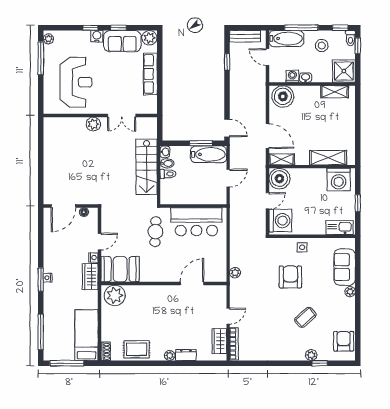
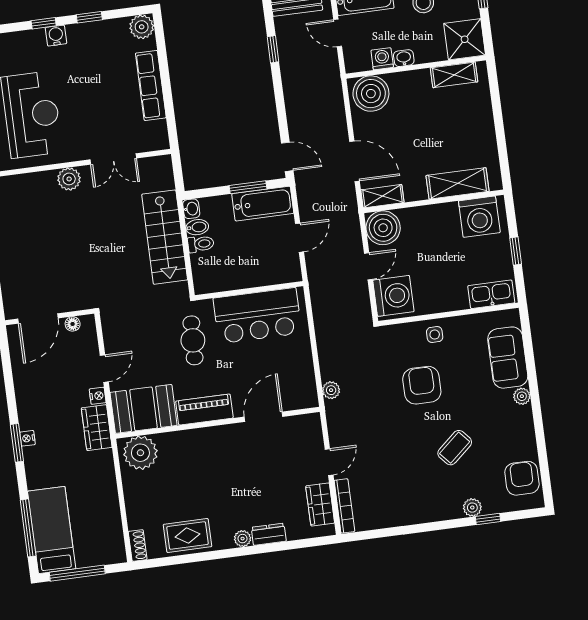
sofa: (122, 41) -> (98, 38), removed
piano: (157, 274) -> (204, 410), added
bed: (86, 335) -> (52, 530), moved

